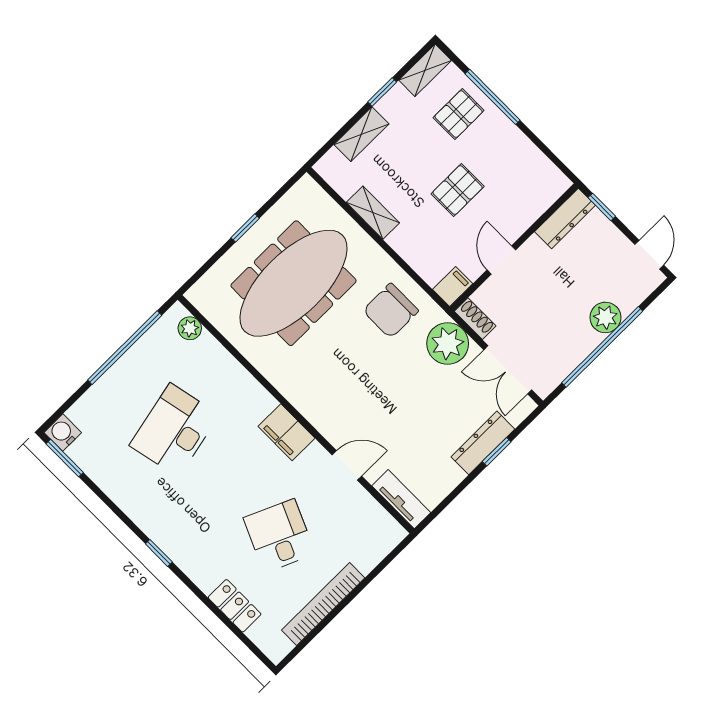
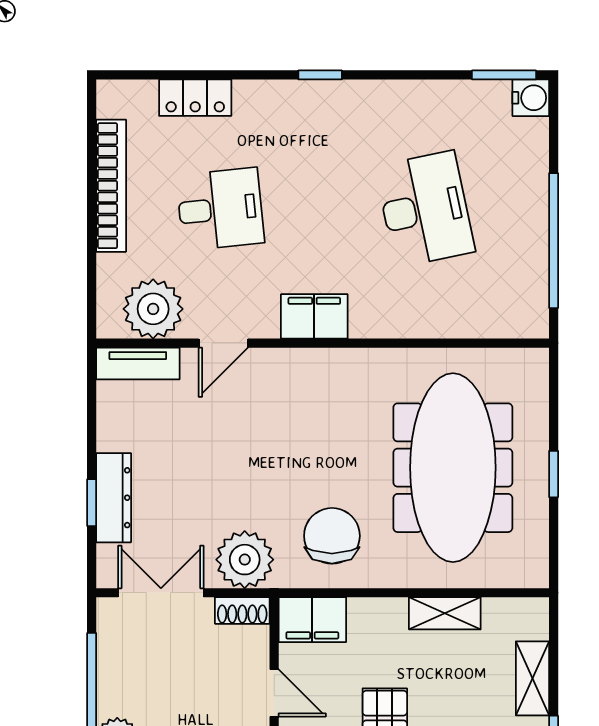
filing cabinet: (453, 287) -> (312, 620), width x2.00
plant: (190, 328) -> (153, 309), moved, width x1.87, depth x1.87
desk: (279, 536) -> (220, 209), turned -30

